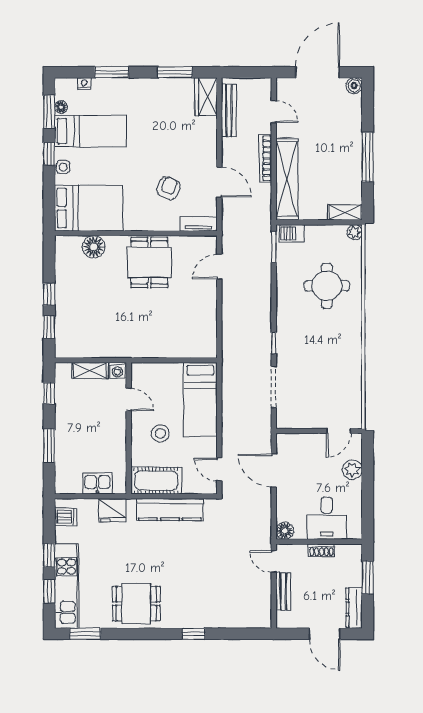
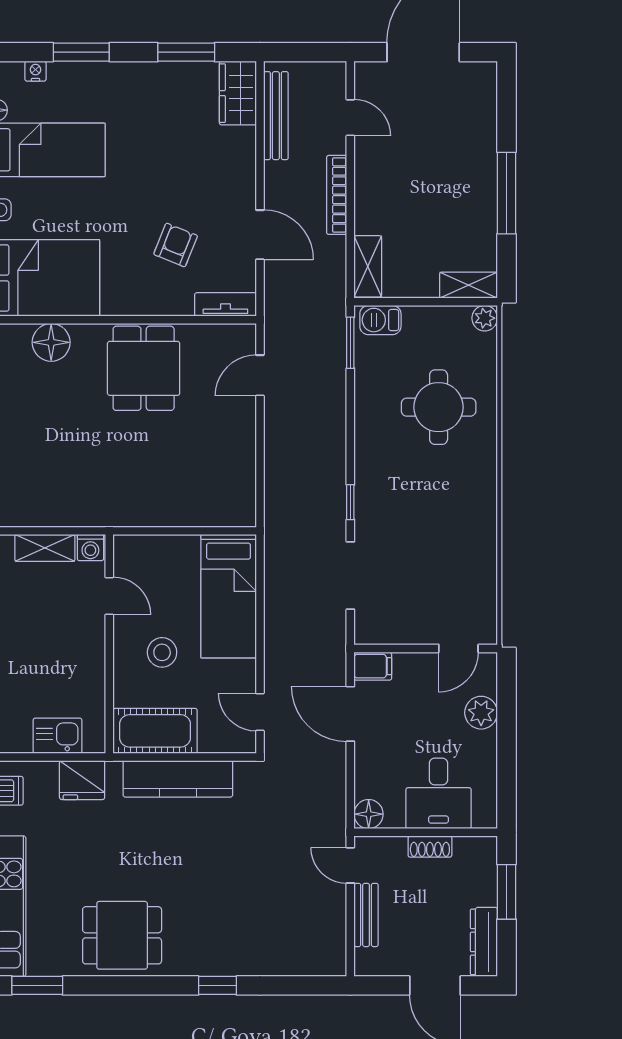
boiler: (354, 86) -> (484, 75), removed
shelving: (287, 179) -> (368, 266), width x0.45, depth x0.75
filing cabinet: (287, 442) -> (373, 666), added

